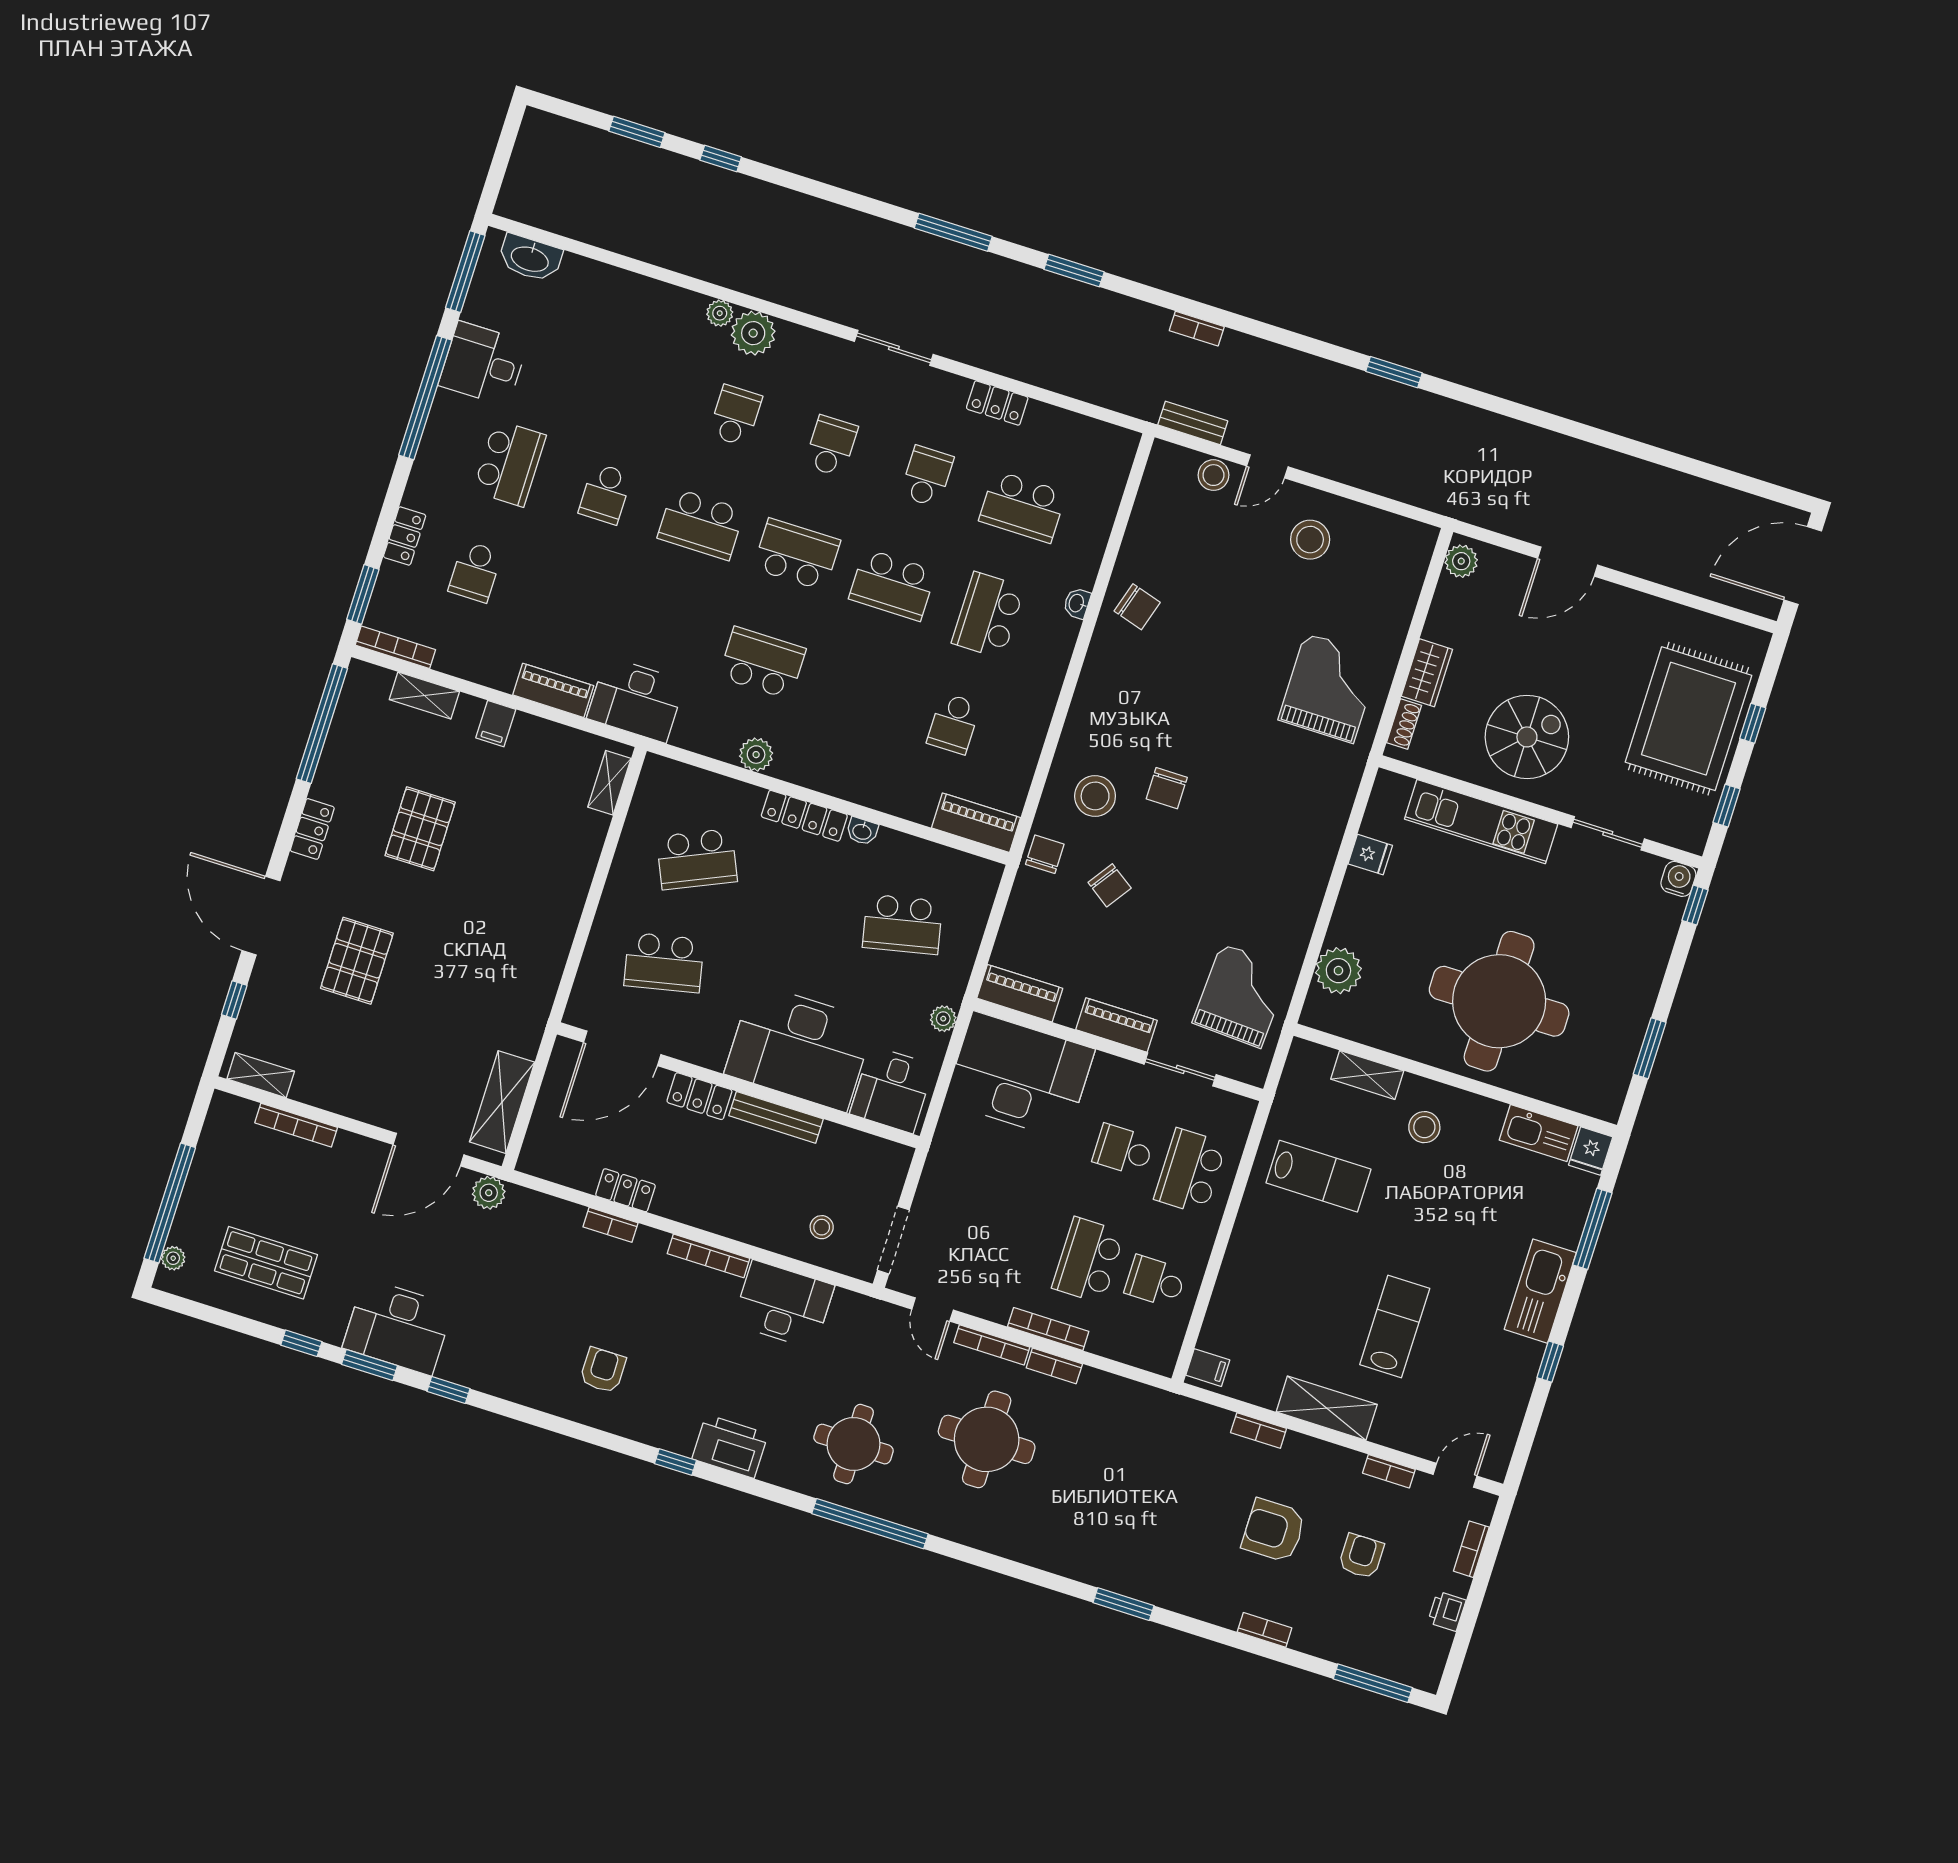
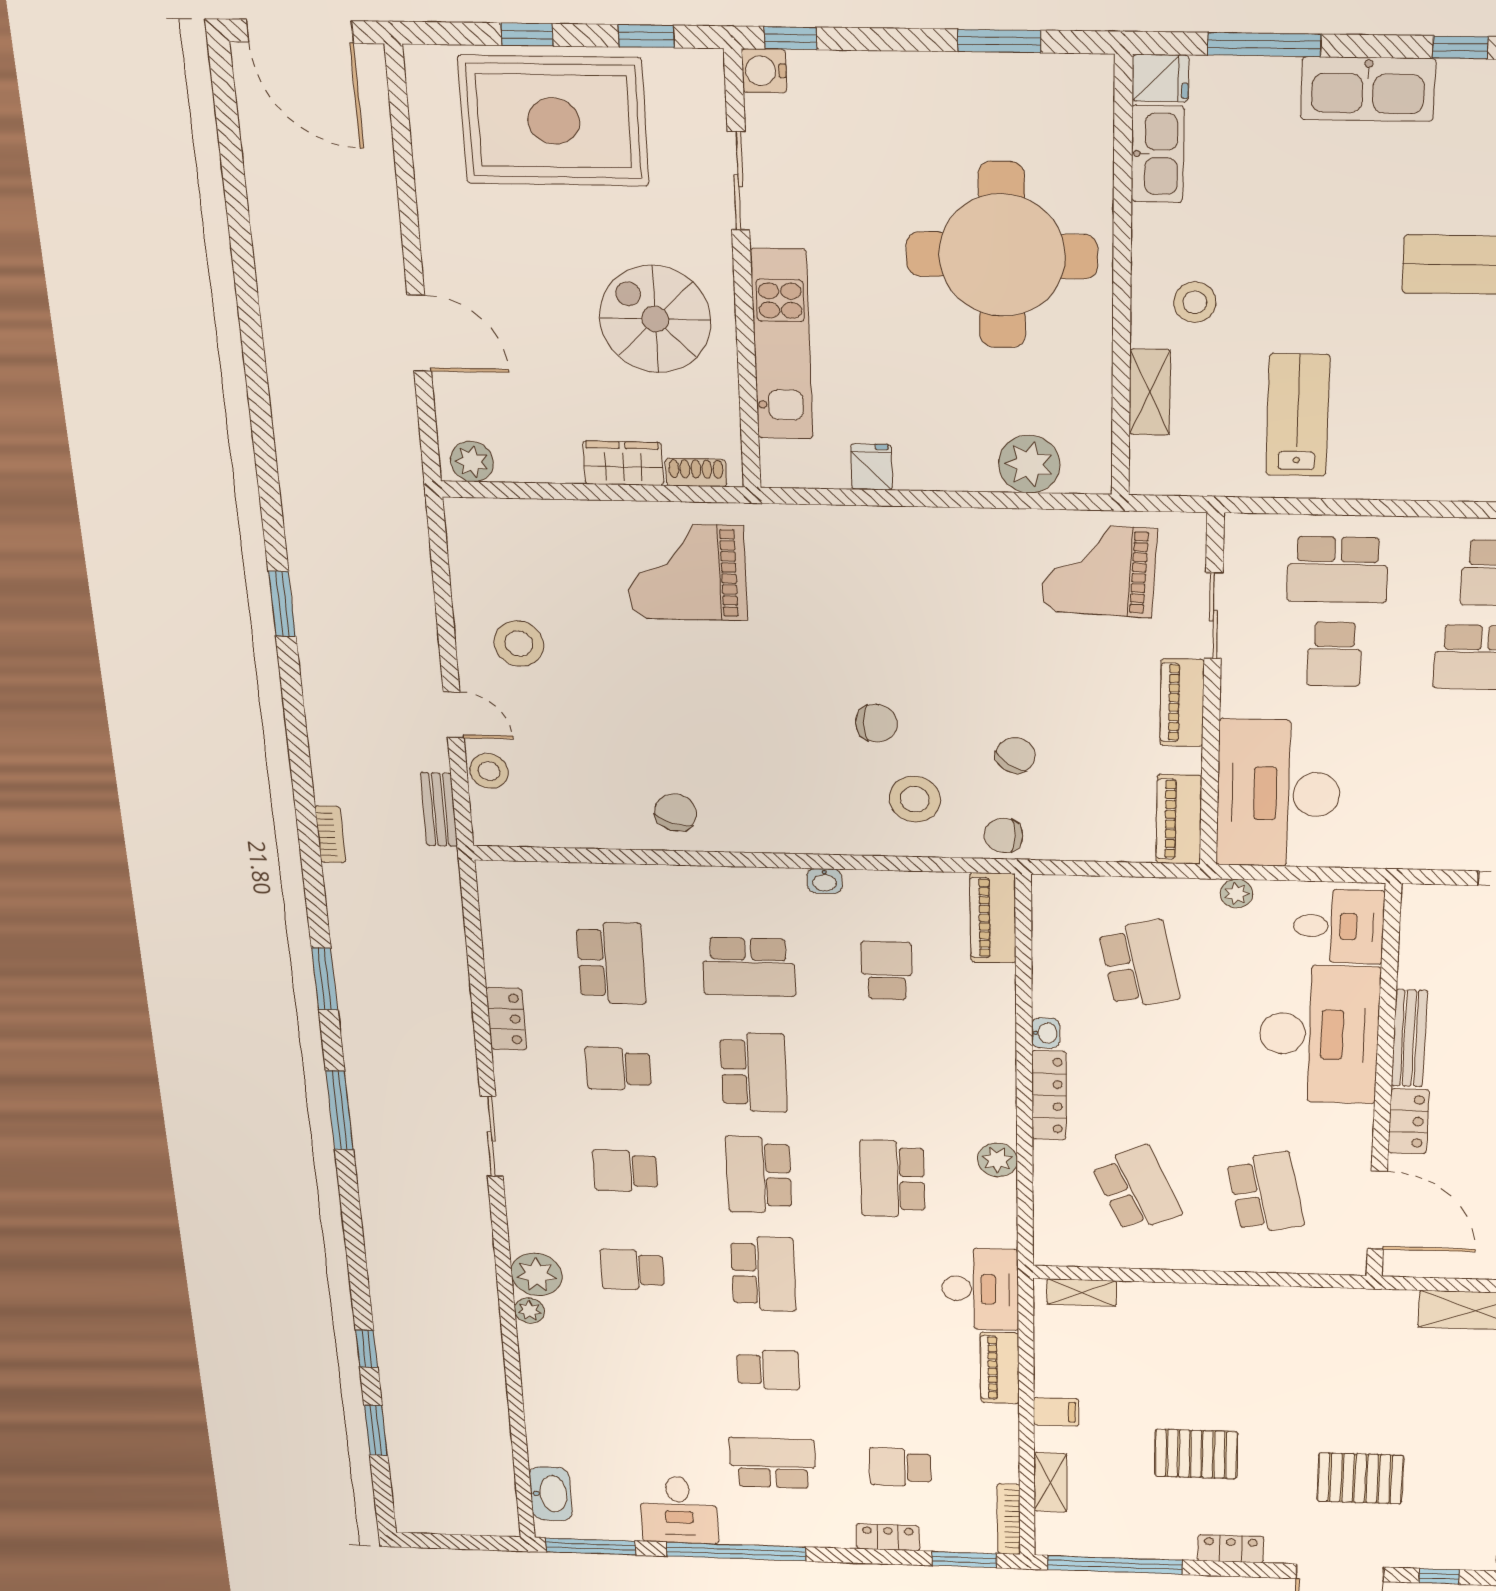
school desk: (475, 572) -> (900, 1467), turned 180
washbasin: (1077, 603) -> (825, 881), moved
school desk: (954, 724) -> (887, 971), turned -90

